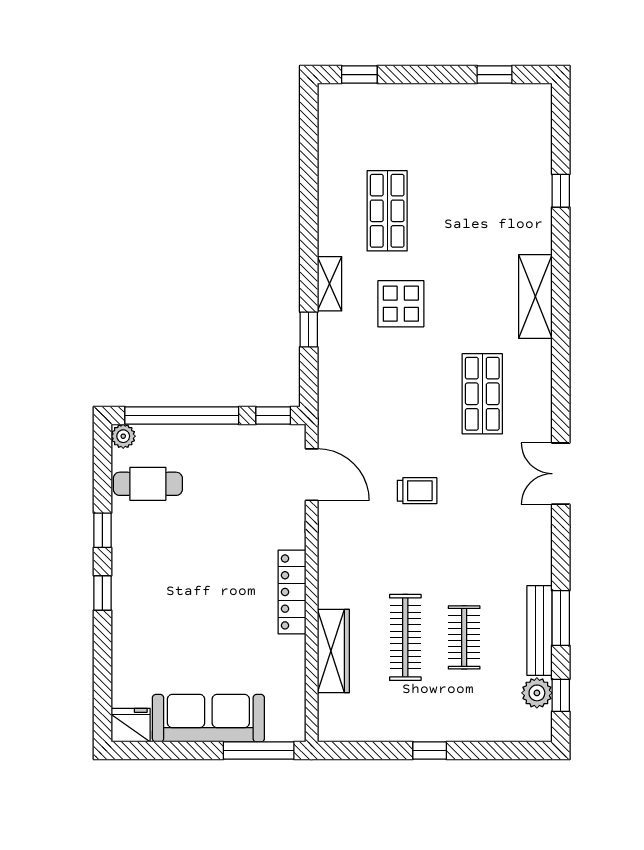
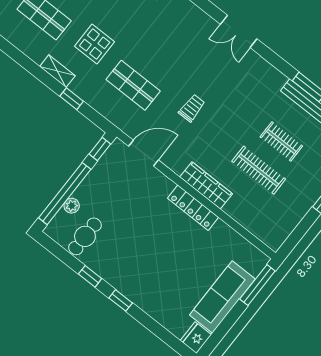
shop shelf: (482, 394) -> (133, 85), moved
plant: (123, 436) -> (72, 206), moved
wardrobe: (333, 651) -> (206, 185), moved

